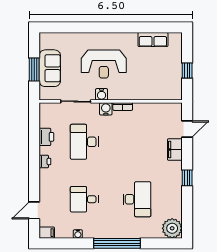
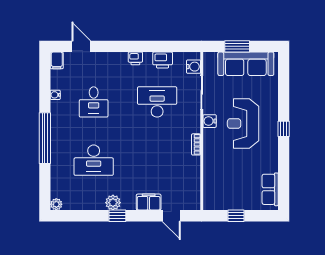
window: (109, 27) -> (284, 129), added
row of seats: (153, 40) -> (270, 189), moved
sofa: (50, 68) -> (246, 64), width x1.36
water cooler: (106, 109) -> (193, 67), moved
plant: (175, 182) -> (113, 203), added
desk: (84, 199) -> (94, 102), turned 180
plant: (172, 228) -> (56, 204), width x0.53, depth x0.53

